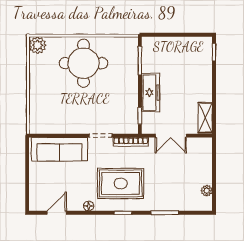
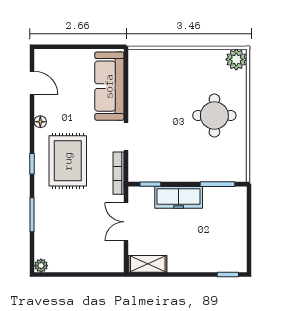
round table: (84, 63) -> (214, 116), width x0.73, depth x0.73
plant: (207, 191) -> (41, 266), moved

